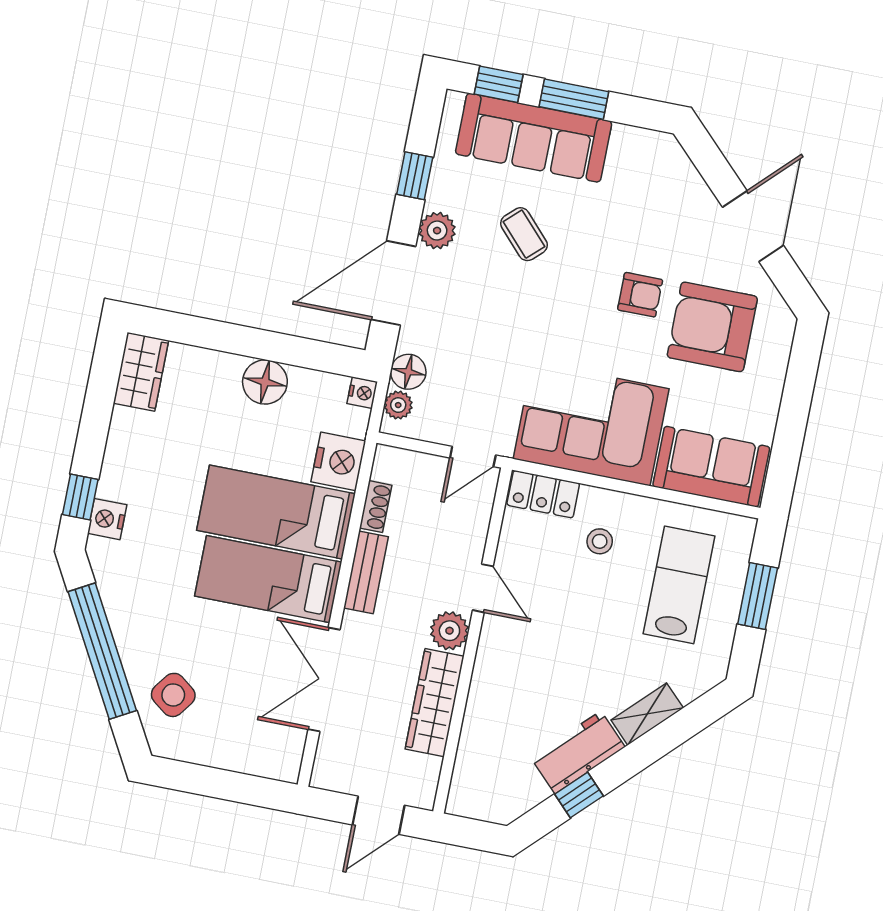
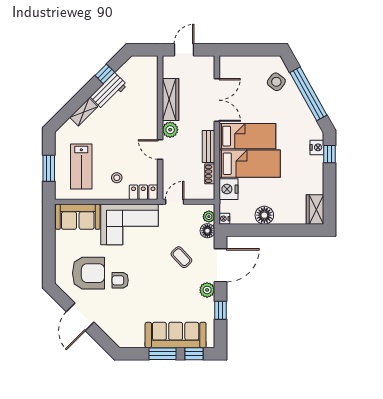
coffee table: (524, 234) -> (181, 257), moved

